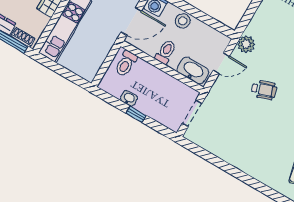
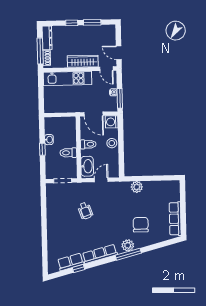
plant: (246, 44) -> (137, 187), moved
door: (221, 63) -> (101, 180), swing flipped
toilet: (126, 64) -> (68, 153), moved
wheelchair: (264, 90) -> (85, 211), moved

